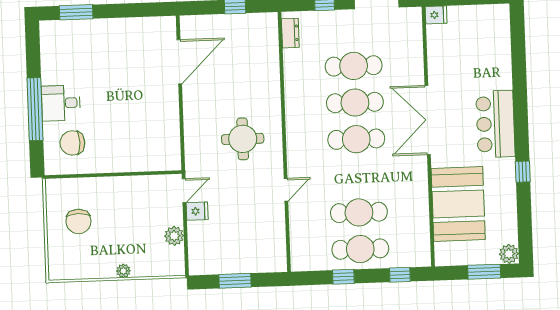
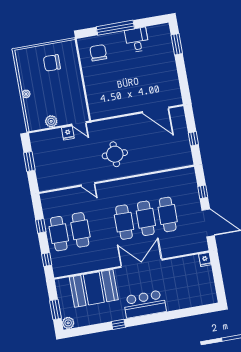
dresser: (290, 33) -> (182, 174), removed
desk: (61, 103) -> (137, 40), moved

